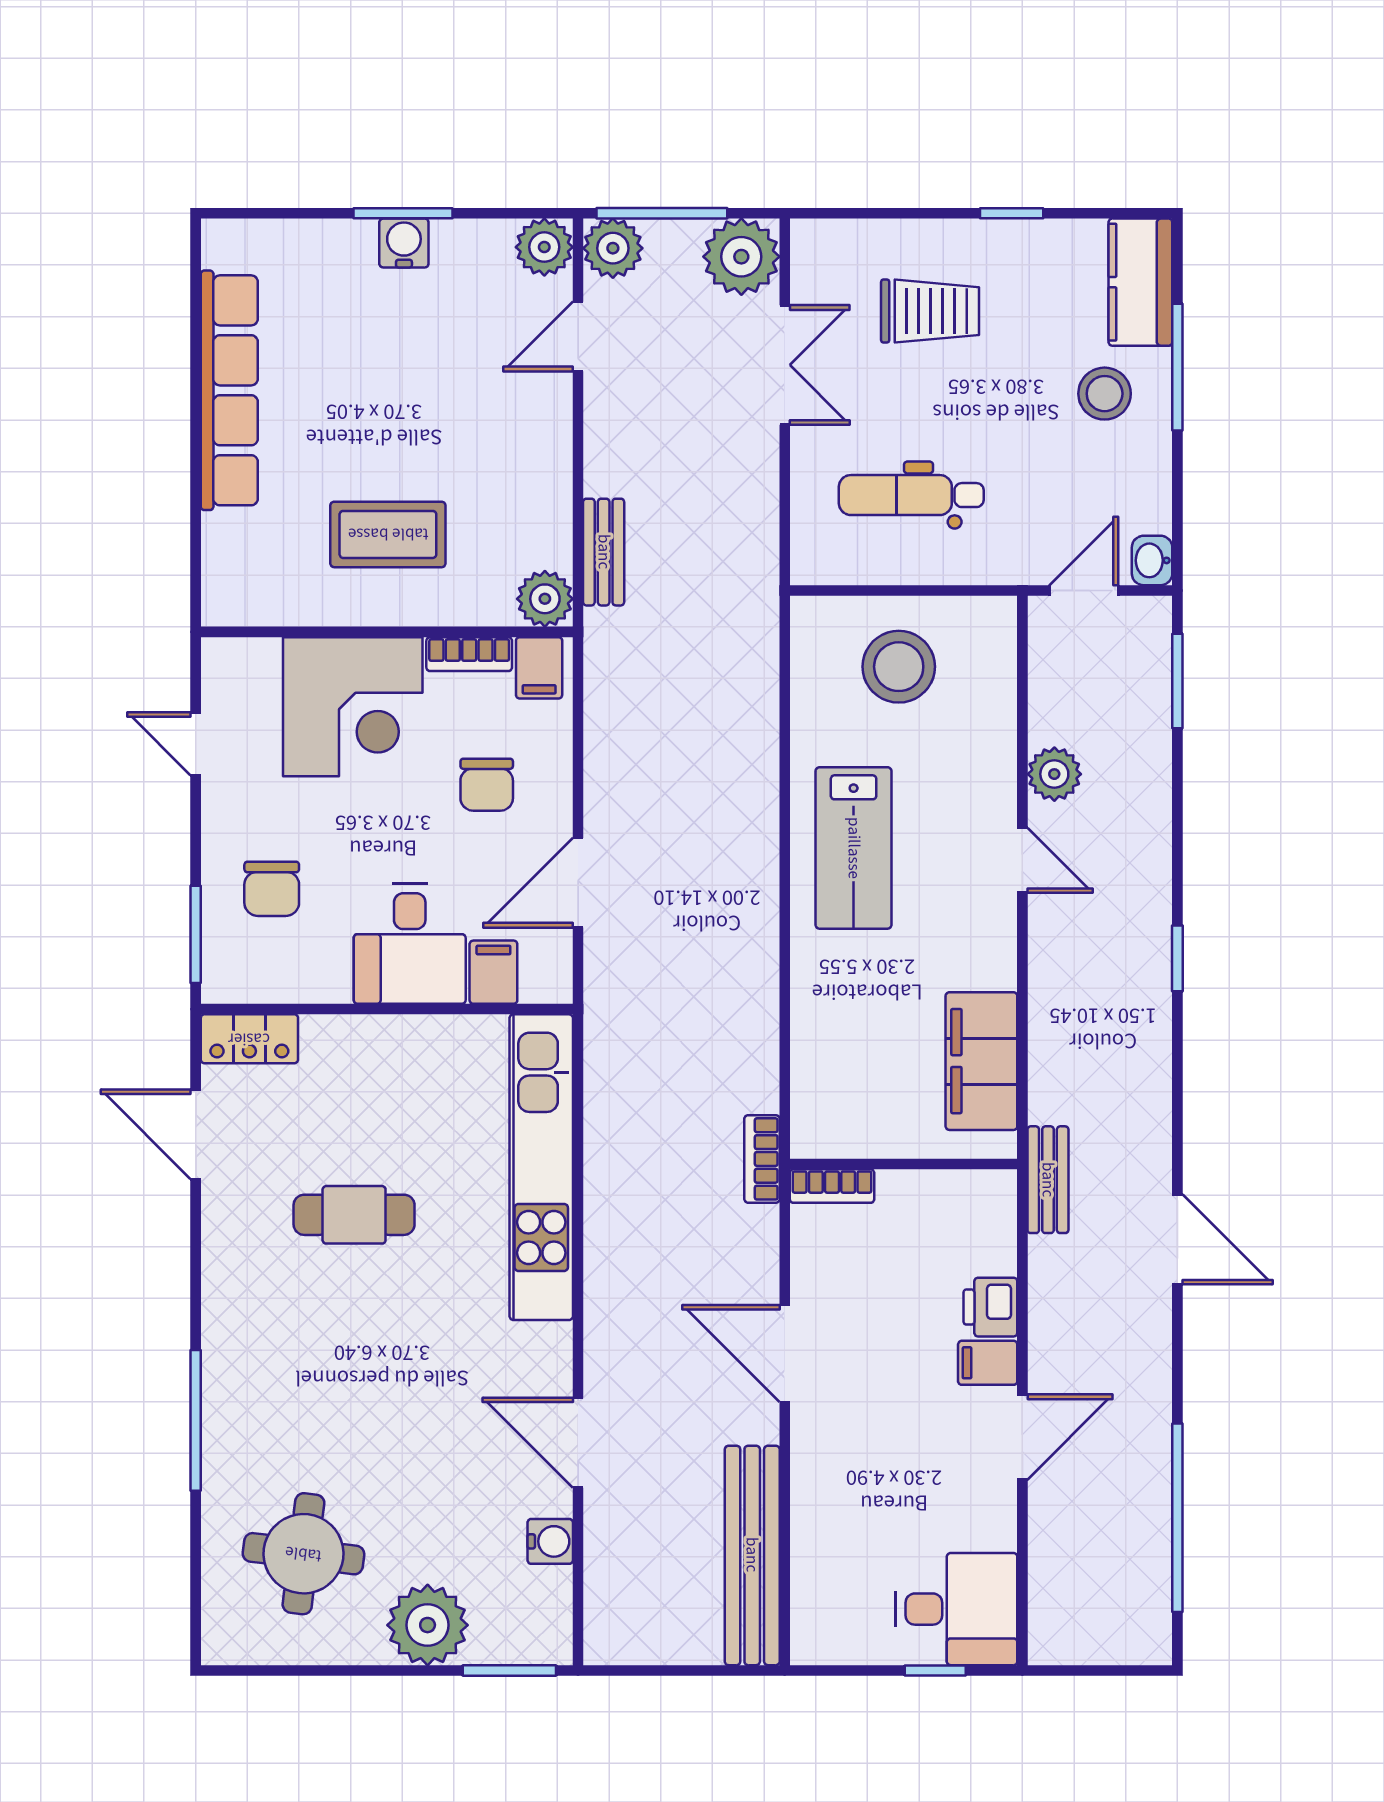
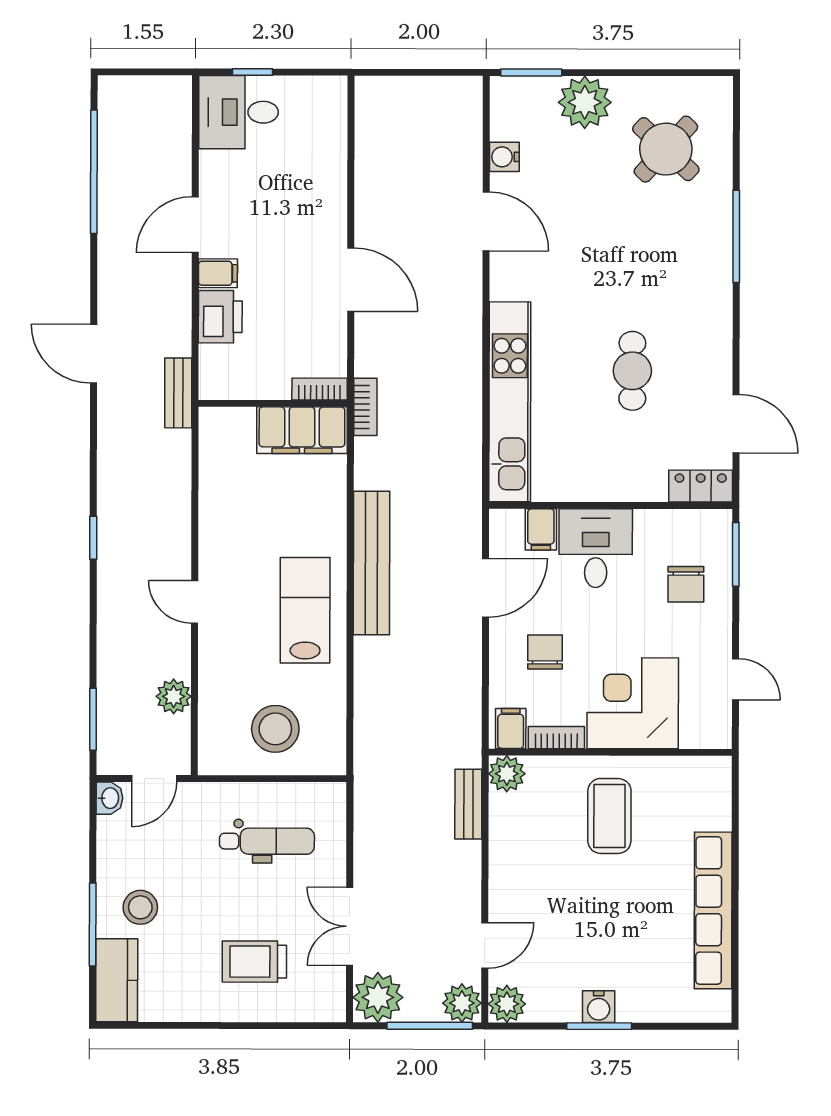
window: (1012, 213) -> (201, 1025), removed
coffee table: (388, 534) -> (609, 816), turned 90
plant: (1054, 774) -> (174, 696), moved
chair: (272, 889) -> (686, 584), turned 180
filing cabinet: (981, 1061) -> (302, 430), moved, turned 90
cafe table: (354, 1215) -> (632, 371), turned 90
printer: (990, 1307) -> (220, 317), width x1.36, depth x1.24
round table: (303, 1554) -> (666, 149), turned 36
bench: (752, 1555) -> (372, 563), moved

